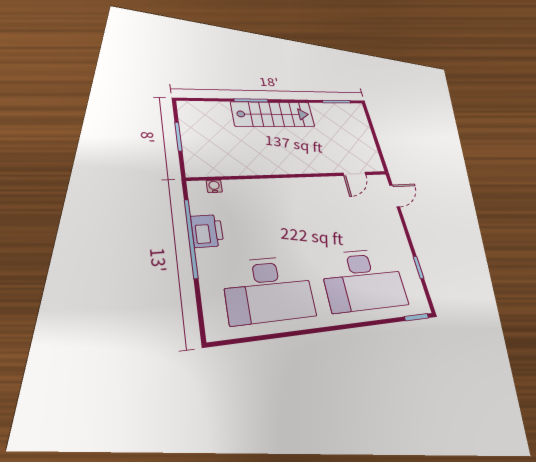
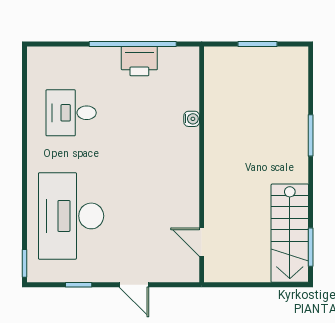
stairs: (273, 114) -> (290, 233), moved
water cooler: (214, 186) -> (192, 119), moved
door: (395, 196) -> (134, 285), moved
desk: (268, 289) -> (71, 113), width x0.53, depth x0.77

